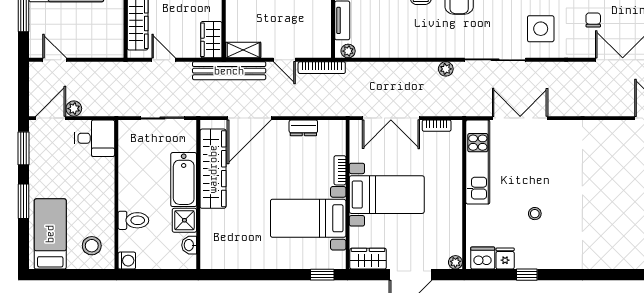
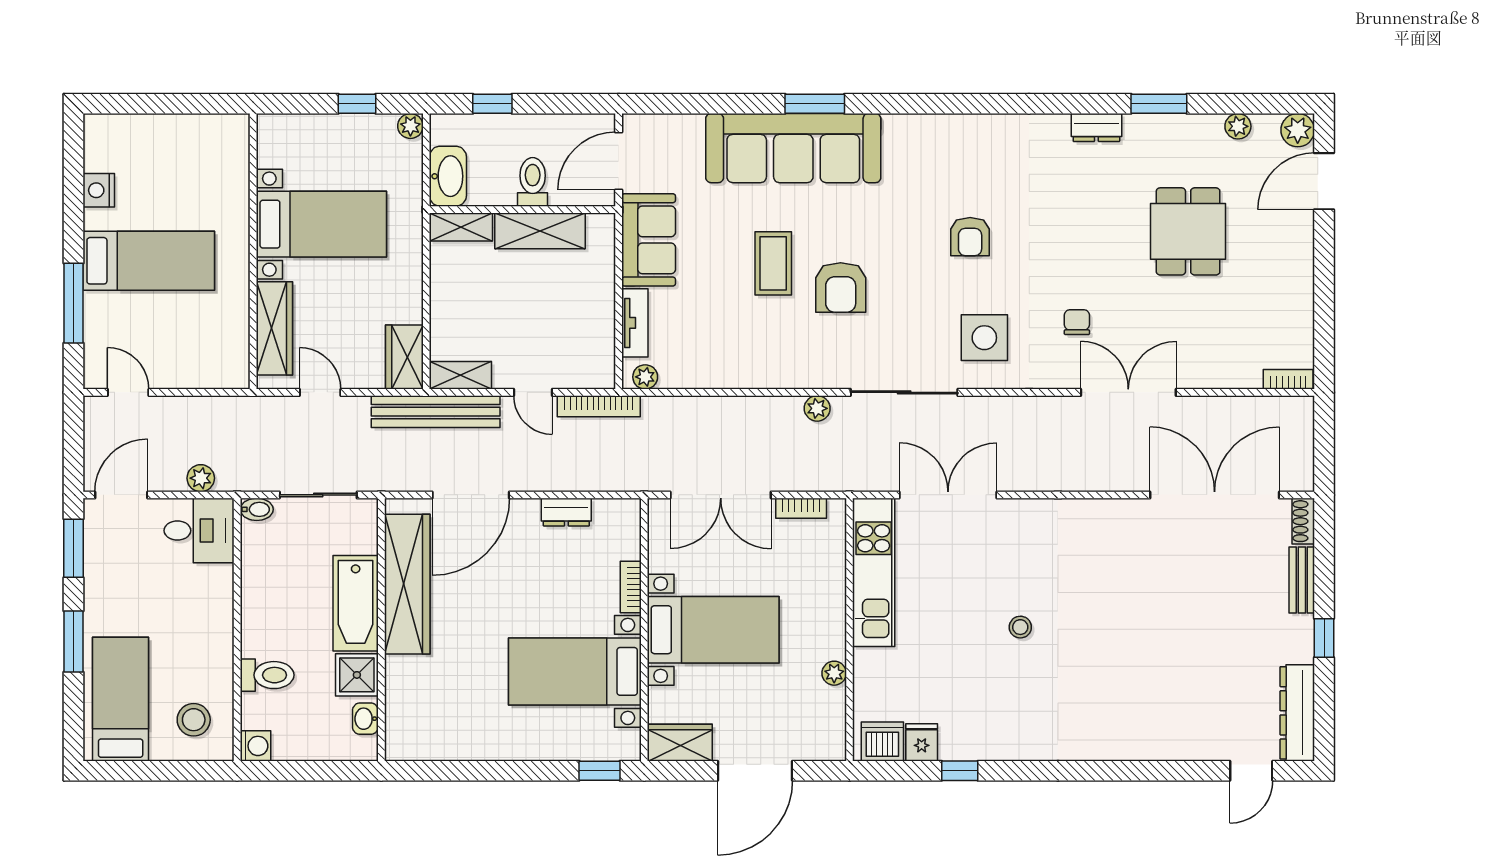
plant: (74, 109) -> (201, 478), moved
bidet: (128, 126) -> (257, 509), added
stool: (535, 214) -> (1020, 627), moved
plant: (455, 262) -> (834, 673), moved

